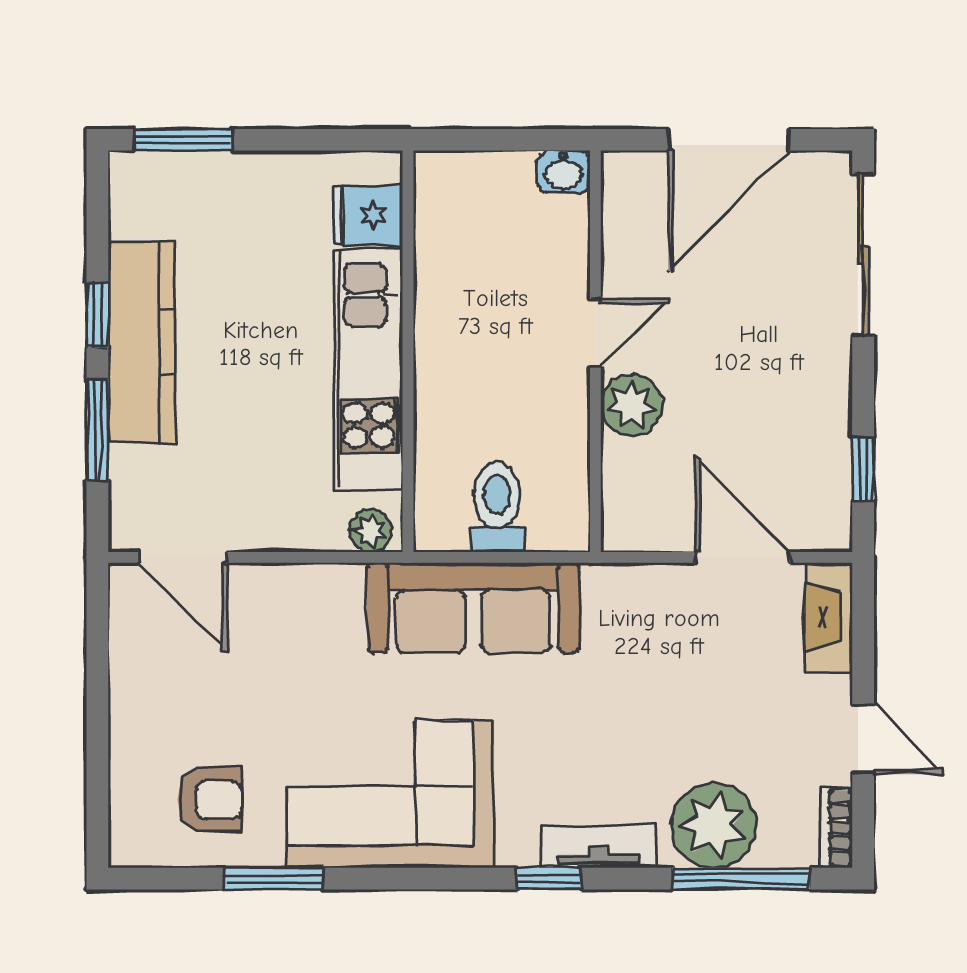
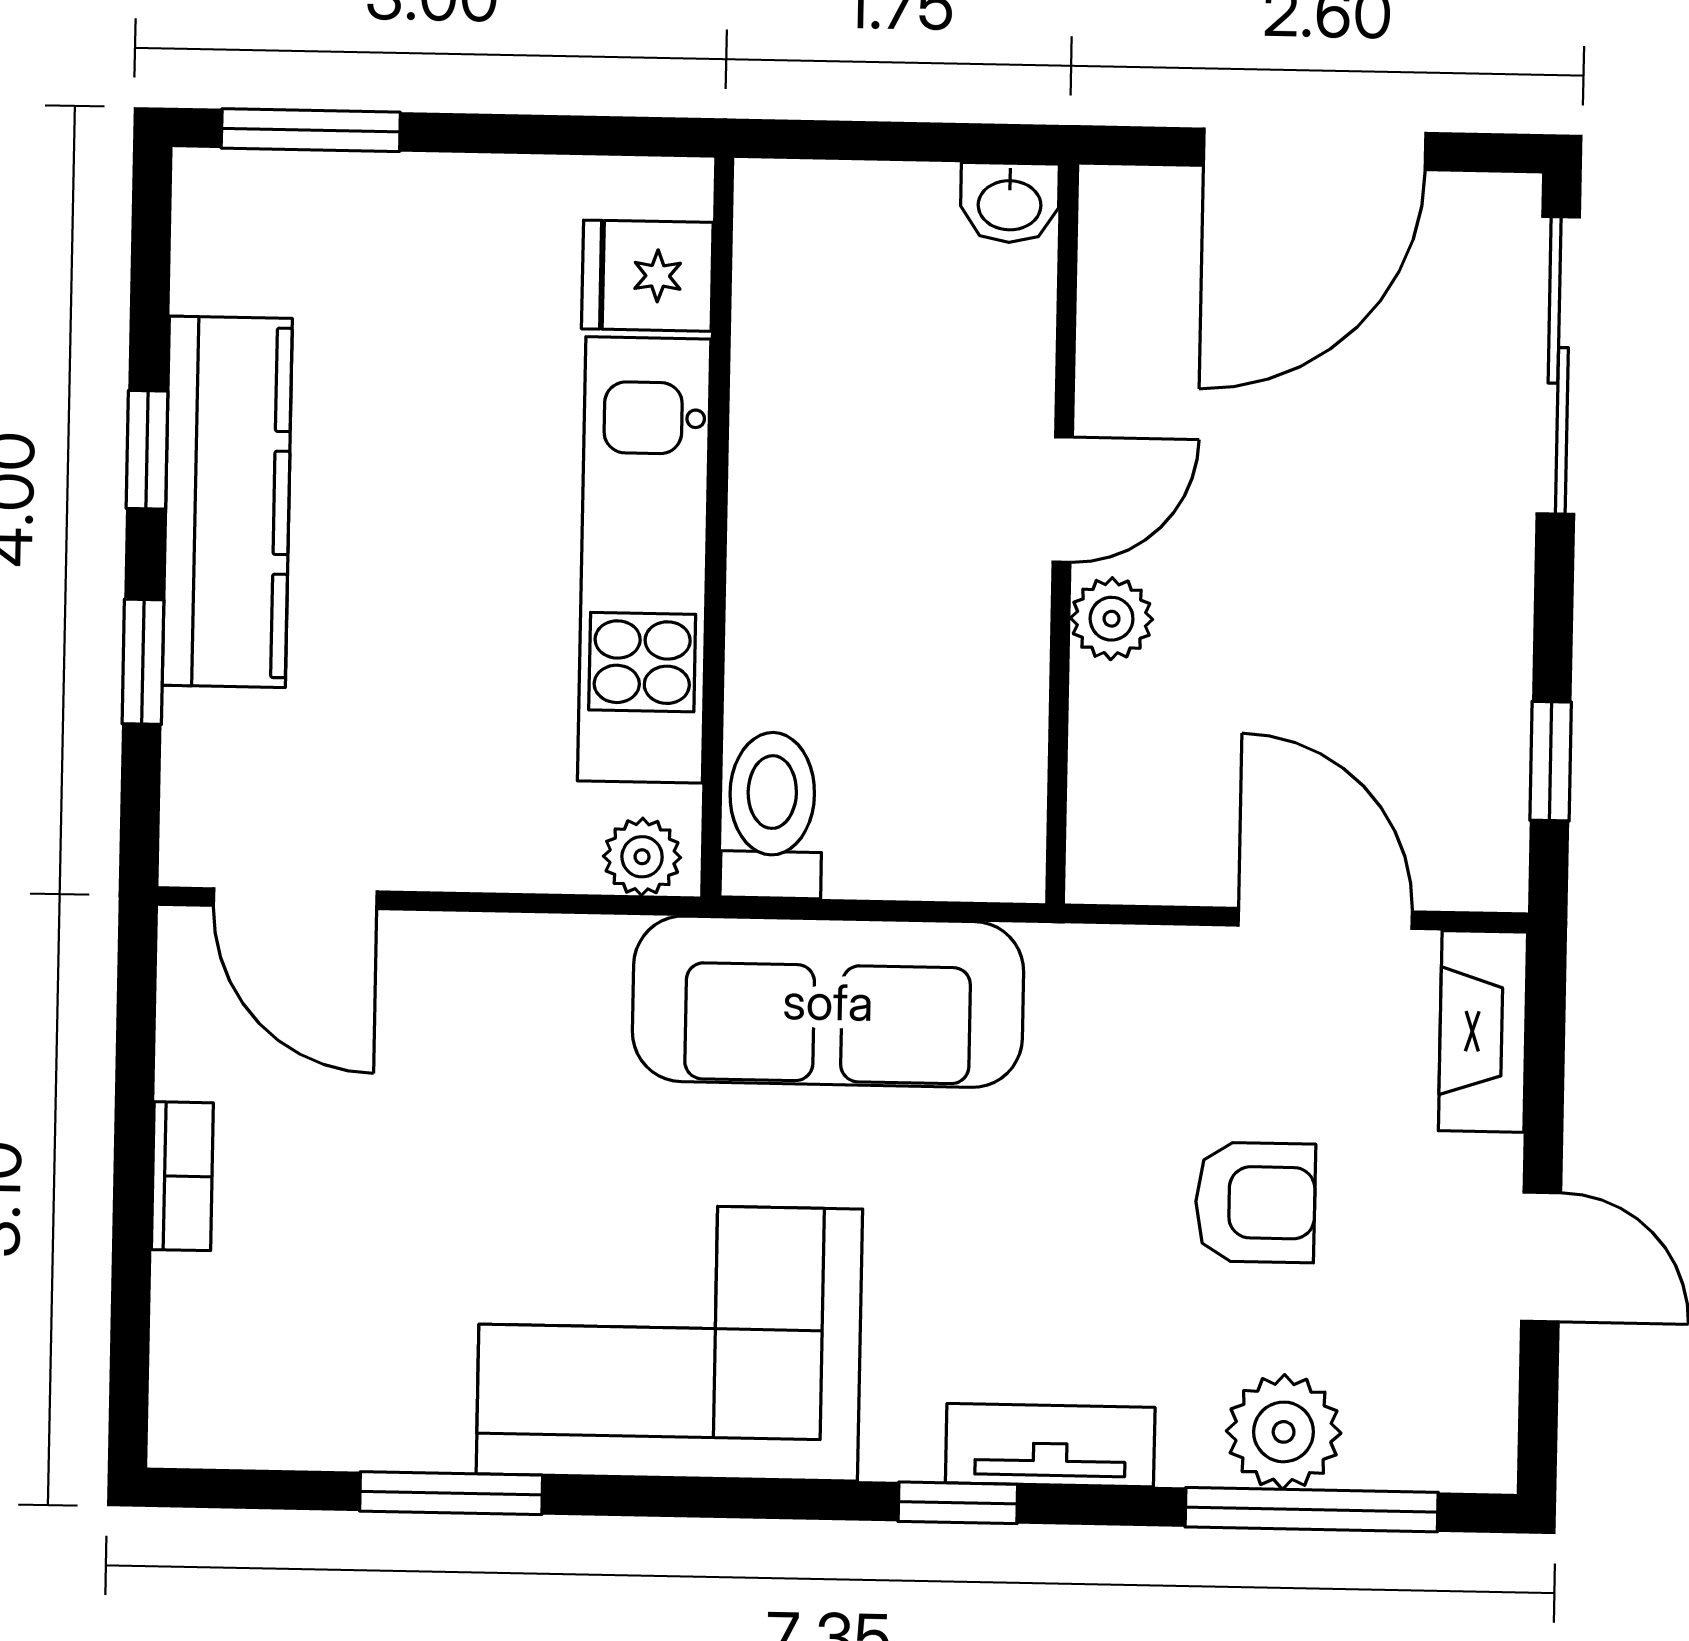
plant: (631, 405) -> (1112, 619), width x0.73, depth x0.73
window: (97, 430) -> (143, 662), width x0.67
toilet: (497, 507) -> (772, 815), moved
armchair: (210, 800) -> (1255, 1202), moved
plant: (714, 825) -> (1284, 1432), width x0.73, depth x0.73
bookcase: (836, 828) -> (182, 1176), moved, turned 180

